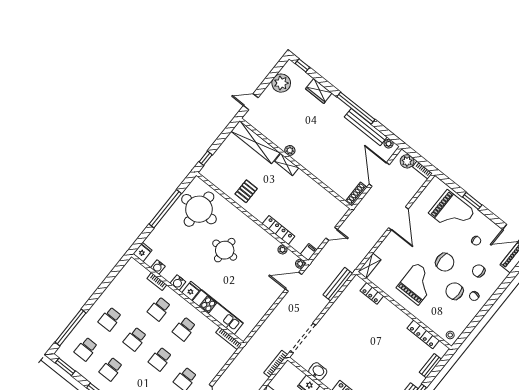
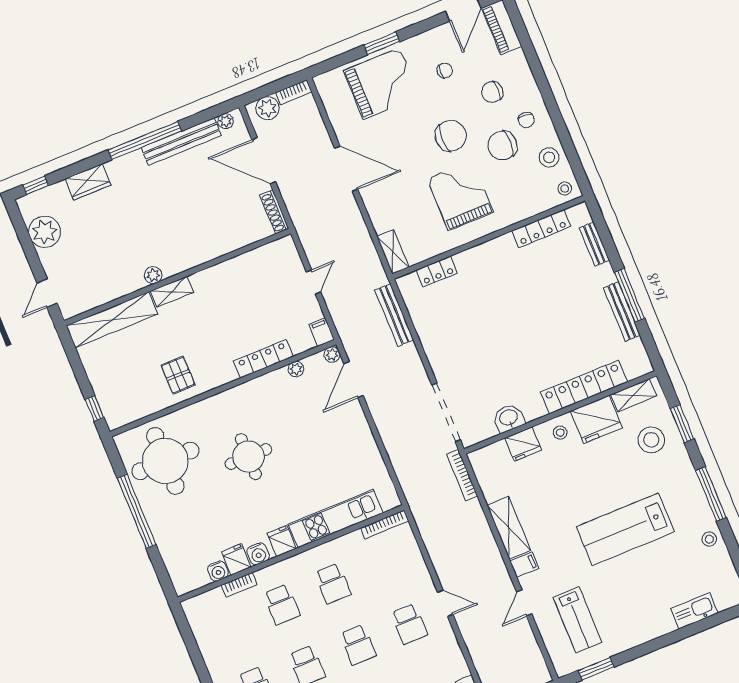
fridge: (143, 252) -> (236, 559), moved
stool: (462, 318) -> (549, 157), added

